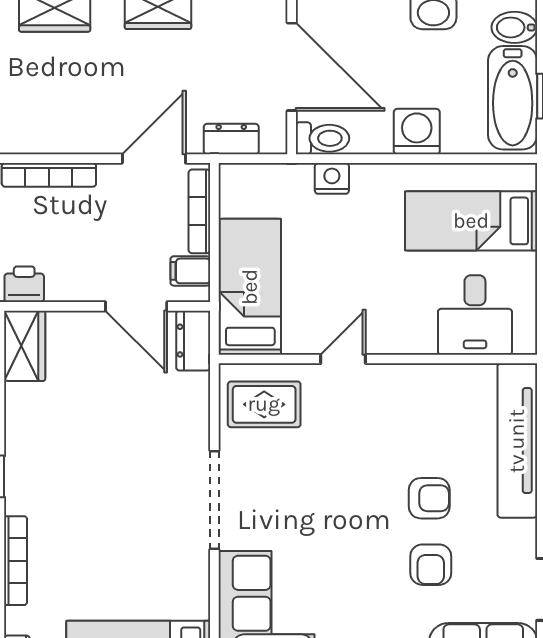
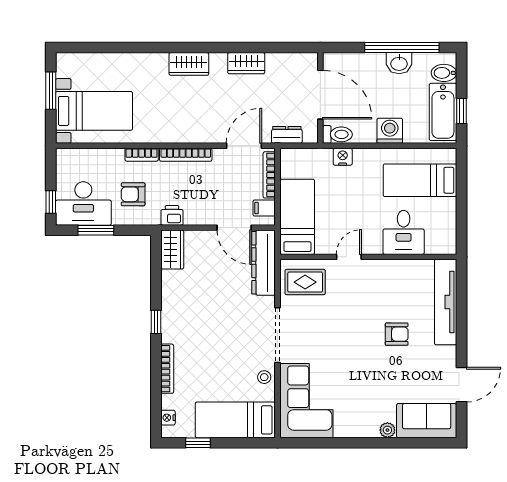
desk: (475, 315) -> (404, 232), moved
dresser: (193, 341) -> (263, 263), width x1.96, depth x1.24
armchair: (431, 565) -> (398, 371), removed
stool: (190, 576) -> (264, 377), added

